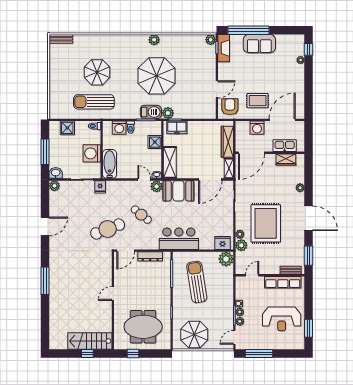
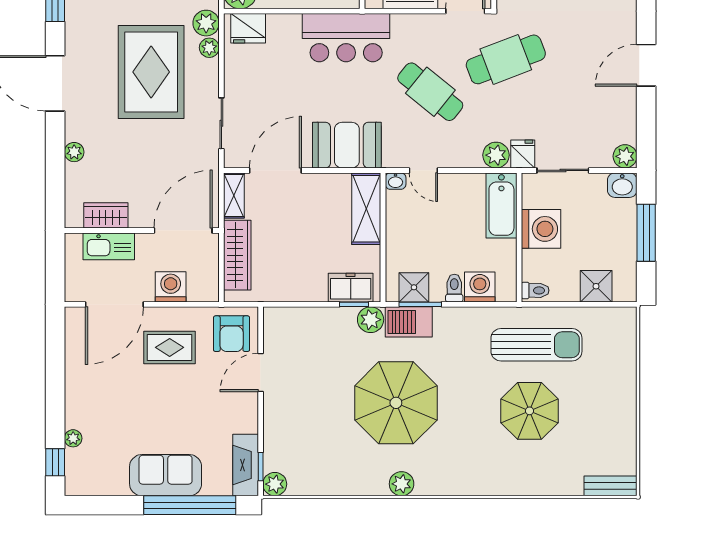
shower: (155, 142) -> (414, 287), moved
plant: (157, 186) -> (496, 155), moved
cafe table: (141, 215) -> (430, 92), width x1.37, depth x1.35

